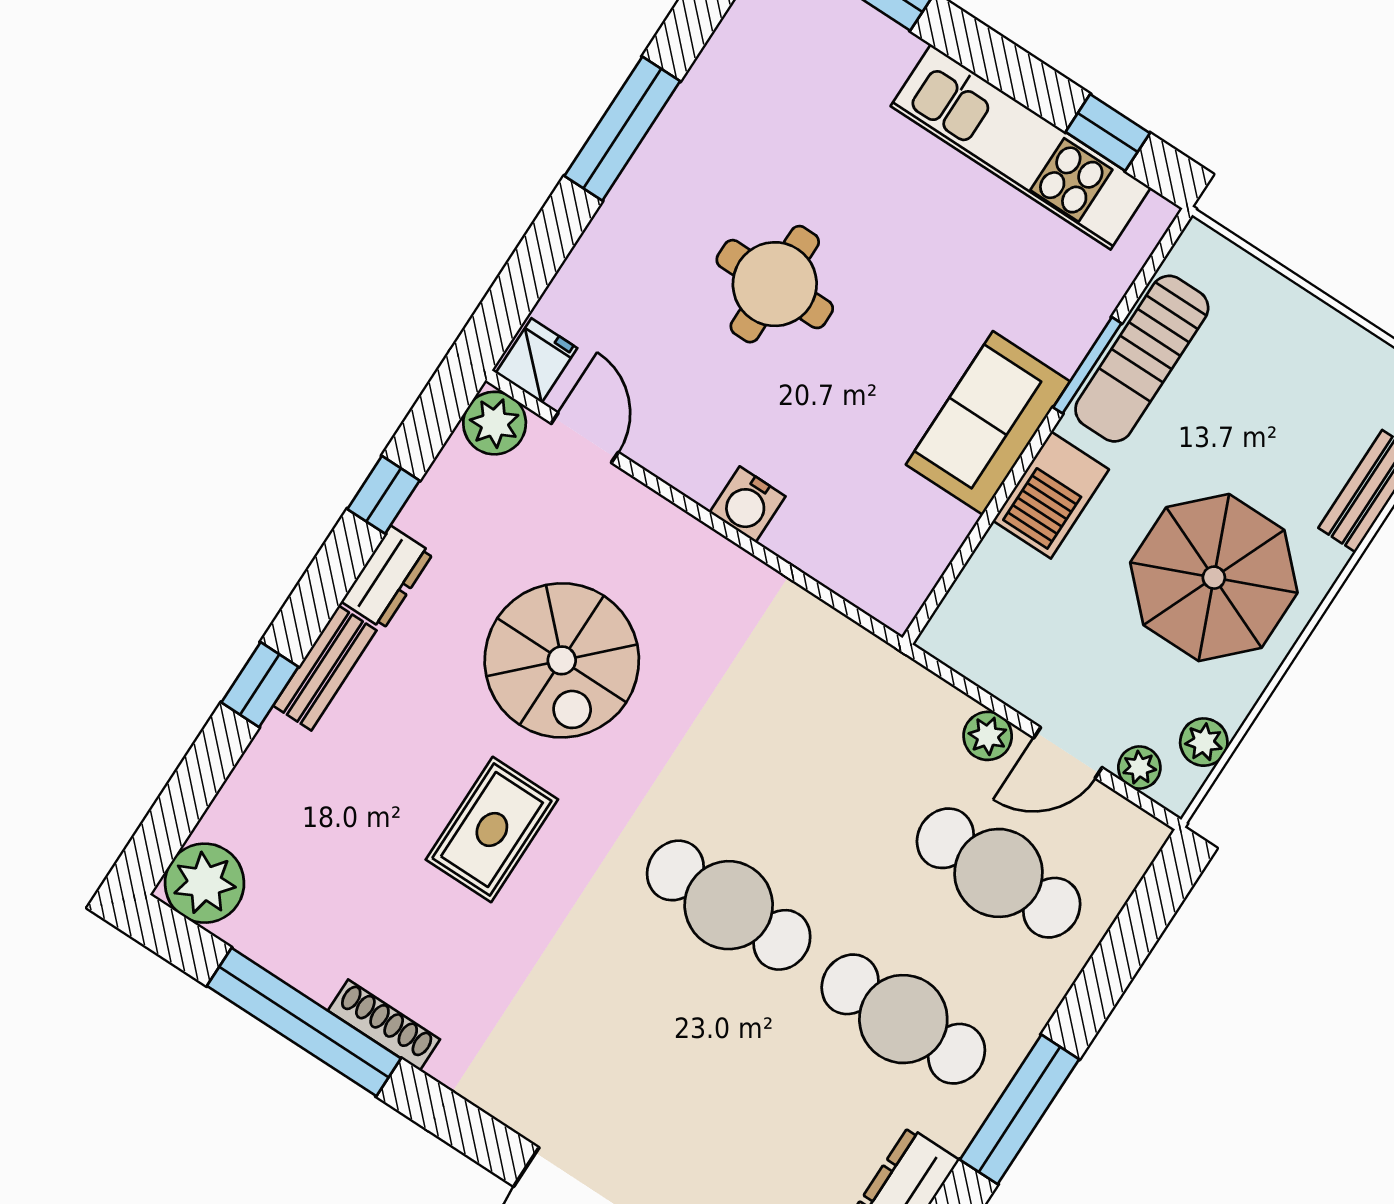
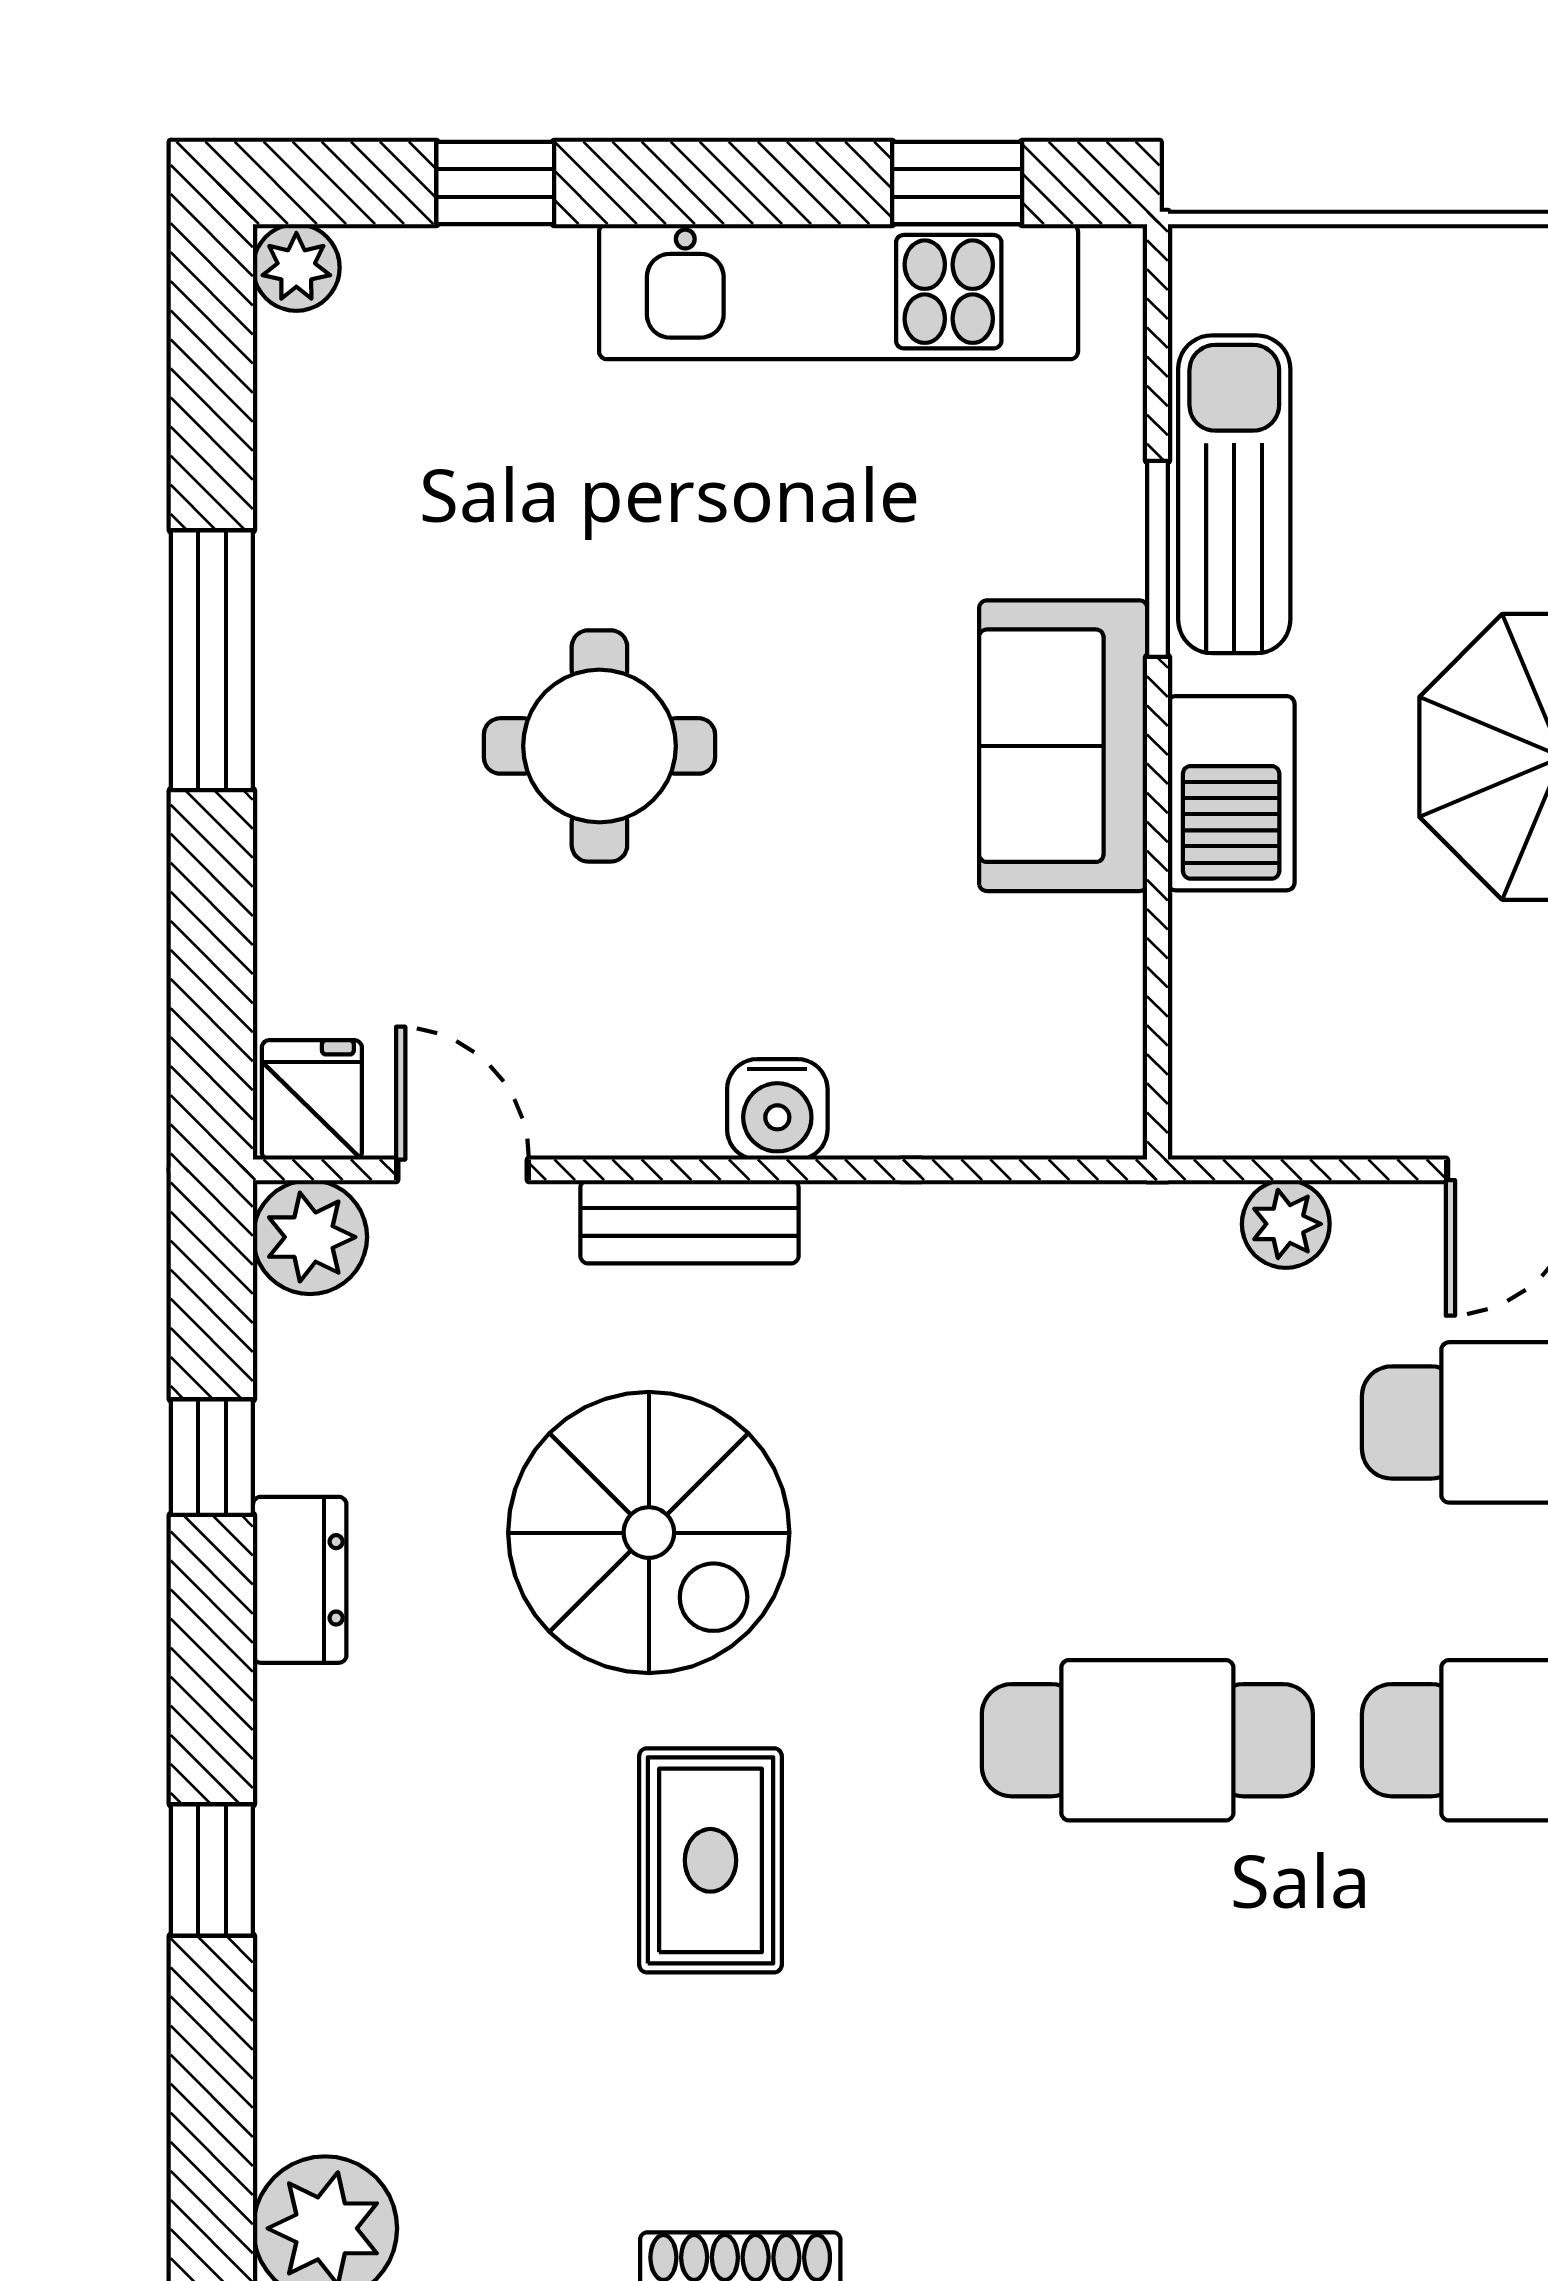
sun lounger: (1142, 359) -> (1234, 494), turned 180
bench: (325, 668) -> (689, 1222), moved, turned 90
plant: (988, 736) -> (1286, 1224), moved

